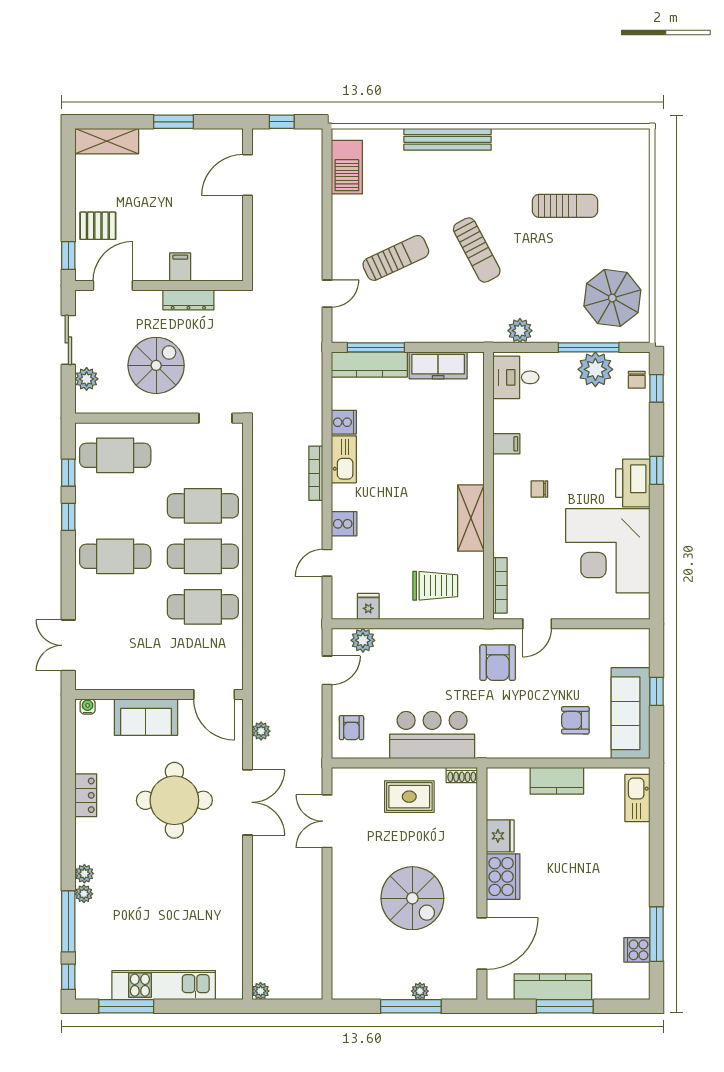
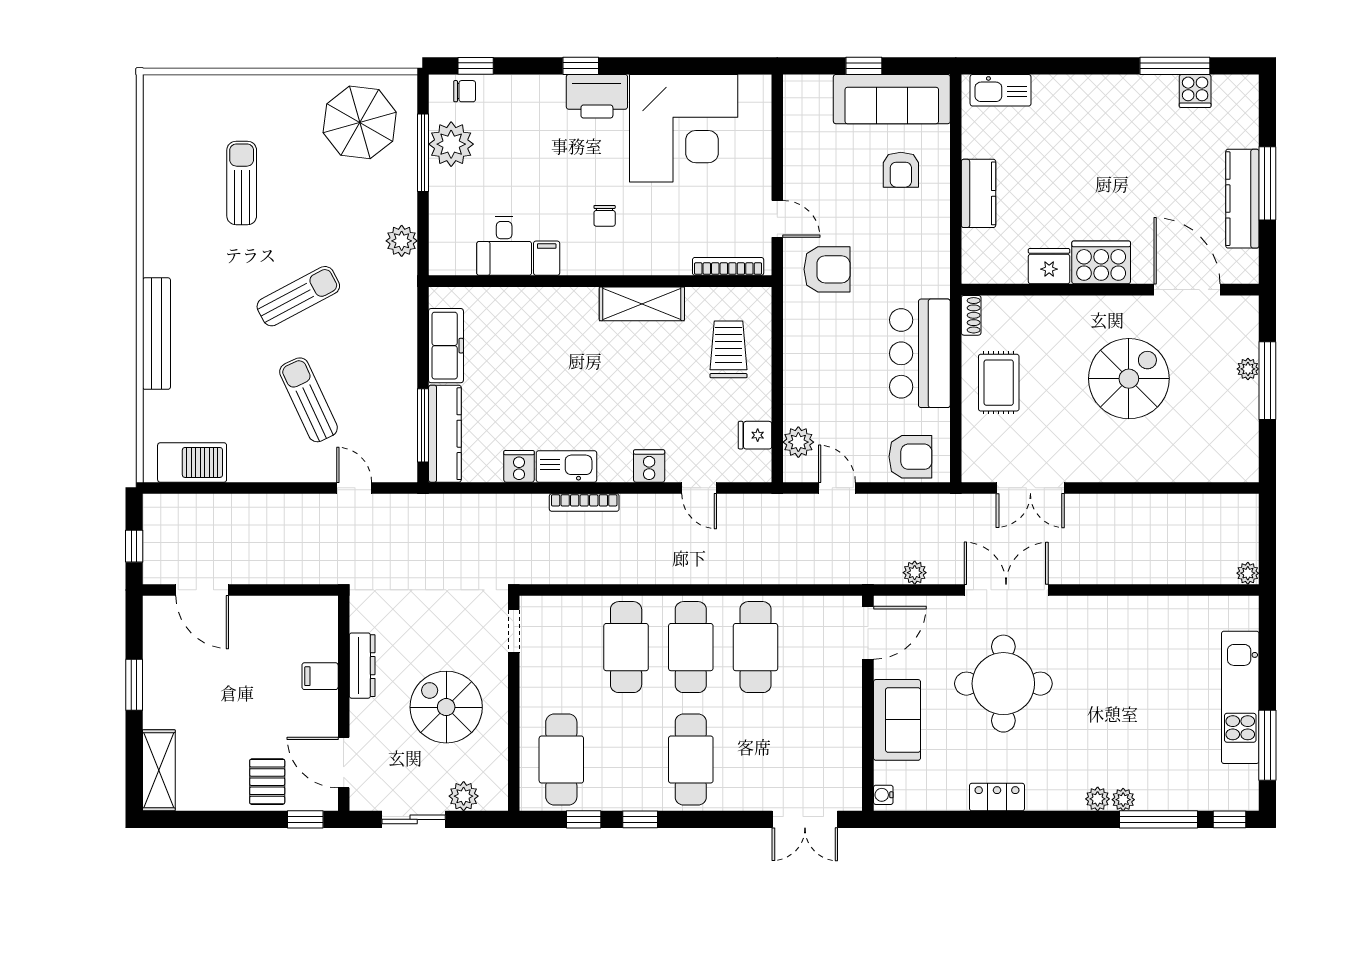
desk: (516, 377) -> (504, 246), moved
armchair: (351, 728) -> (910, 457), width x1.38, depth x1.38

